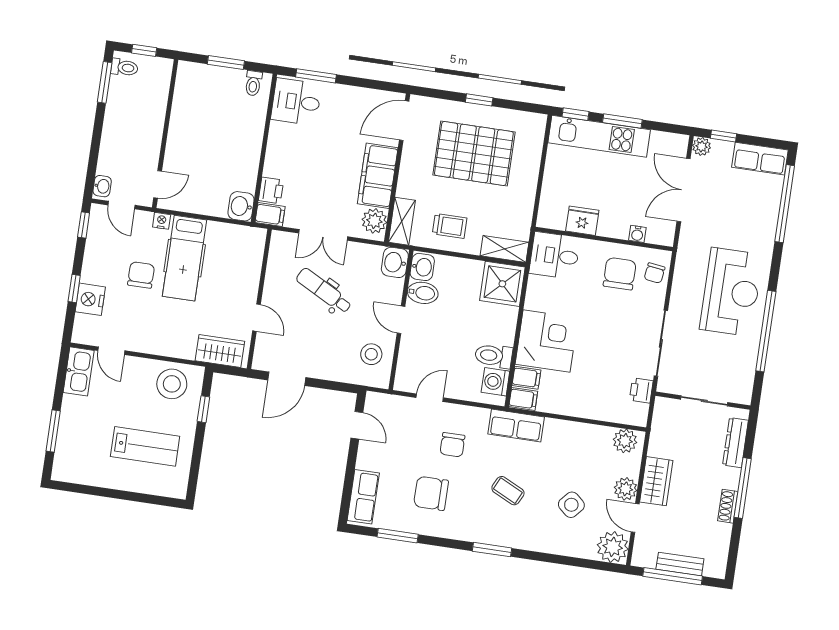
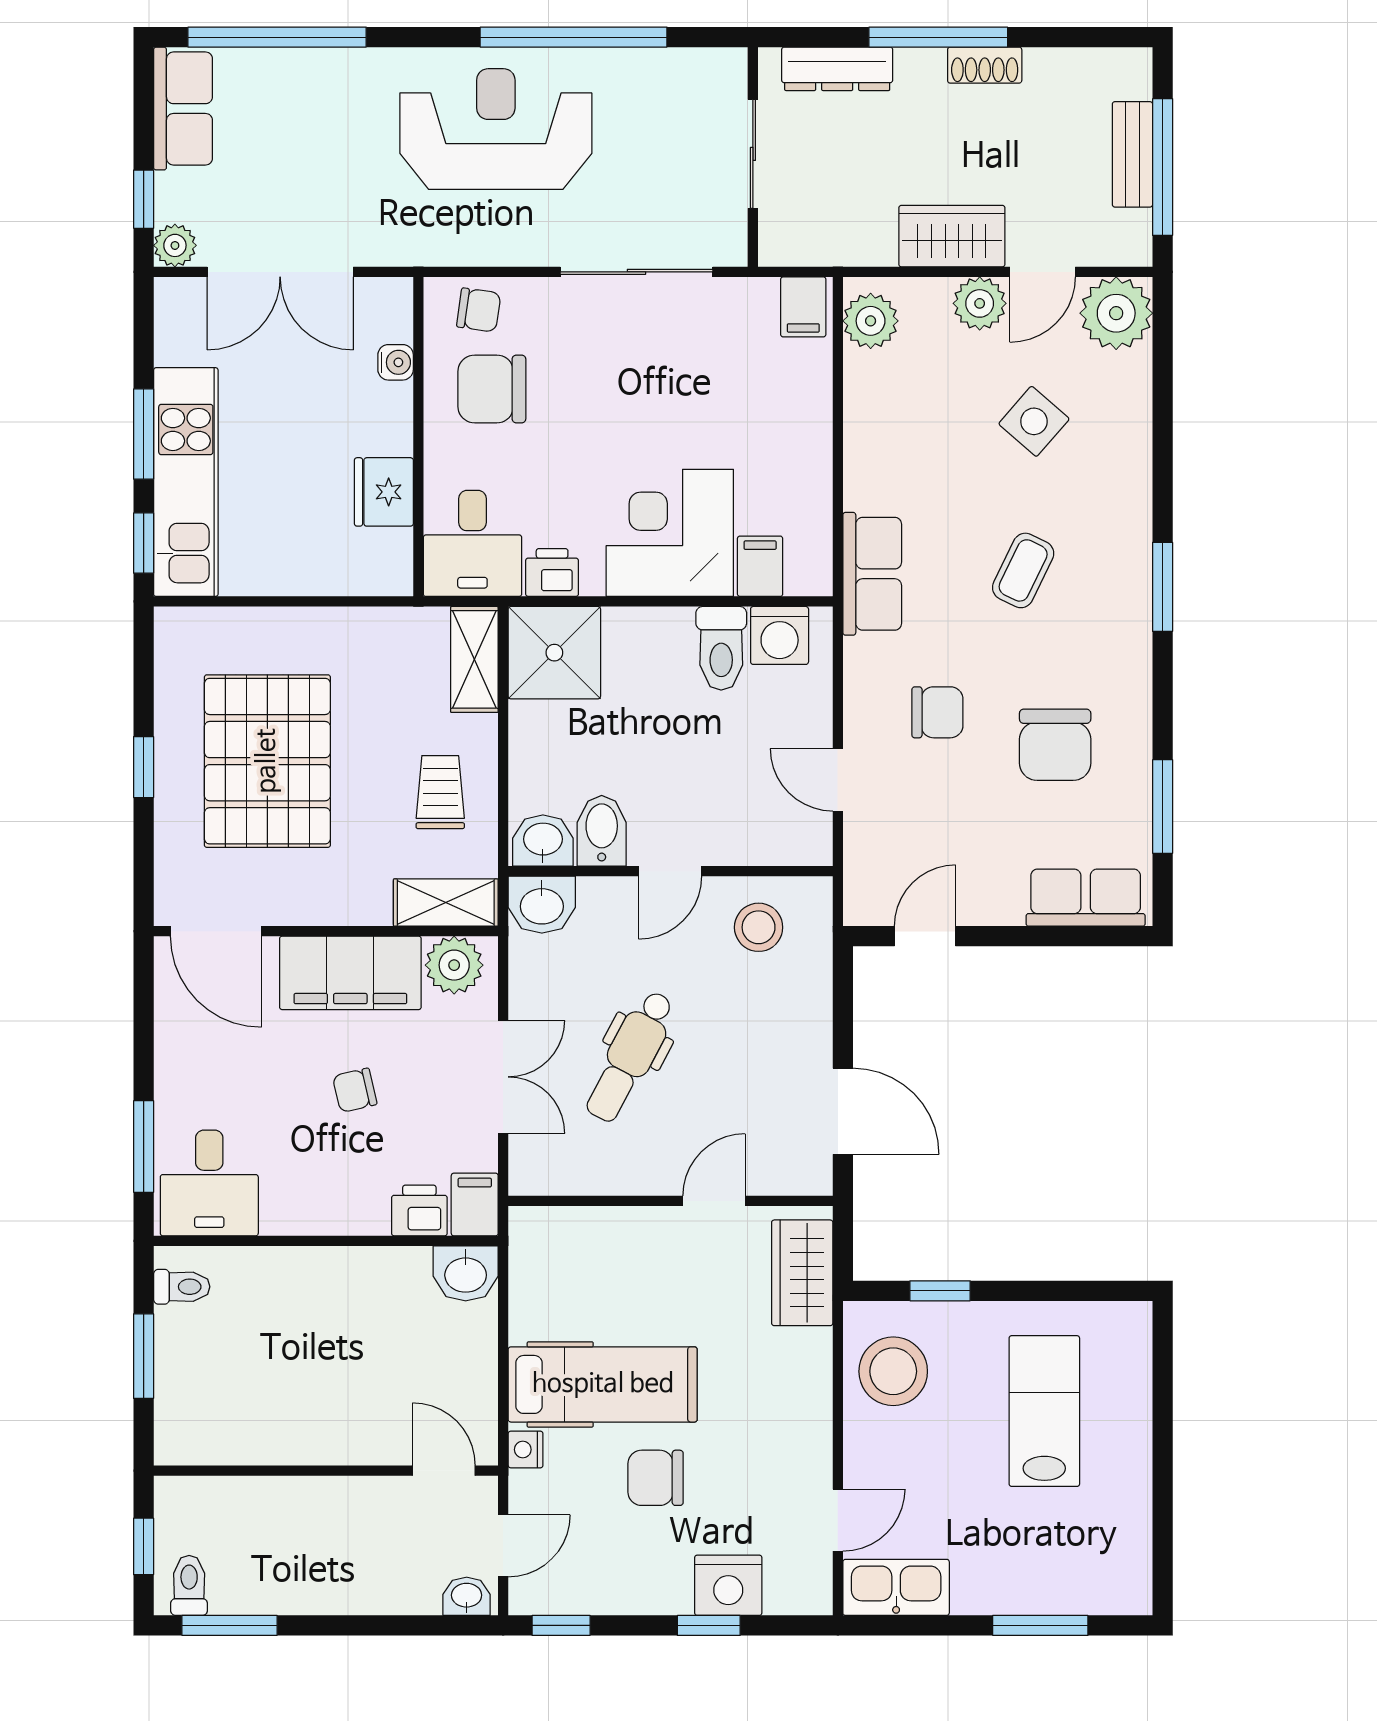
chair: (327, 170) -> (355, 1090), added
printer: (641, 390) -> (552, 573), moved, turned 180
filing cabinet: (523, 399) -> (803, 307), moved, turned 180

